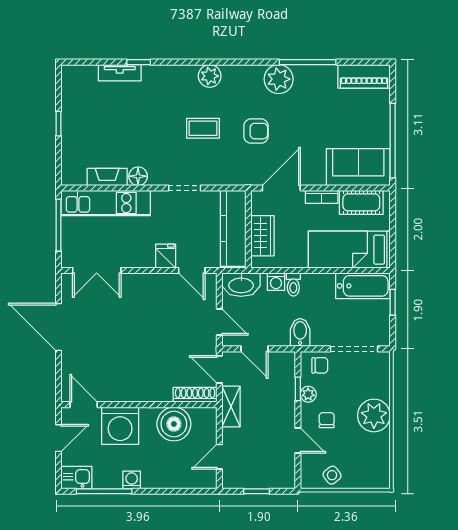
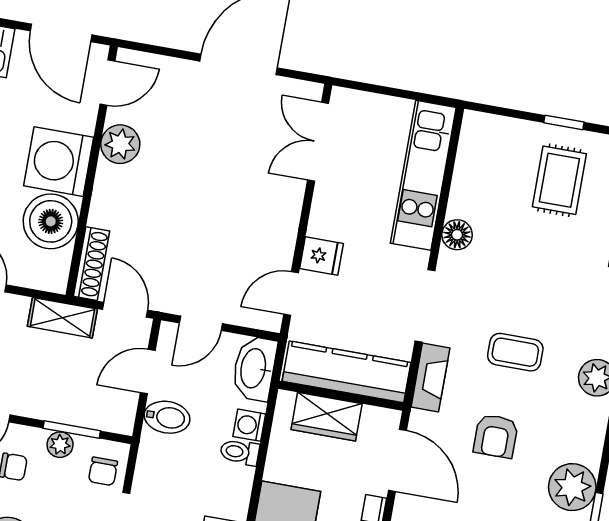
rug: (94, 120) -> (559, 180), added
coffee table: (203, 128) -> (515, 352), turned 90
fireplace: (107, 177) -> (430, 378), moved
doorway: (185, 188) -> (425, 306), width x1.38
window: (58, 225) -> (402, 94), removed
bidet: (300, 332) -> (167, 417), moved
door: (219, 369) -> (125, 310), hinge flipped
window: (298, 389) -> (72, 430), width x1.50
plant: (120, 390) -> (120, 144), added
washing machine: (120, 426) -> (59, 162), moved
door: (58, 438) -> (61, 33), width x1.38

